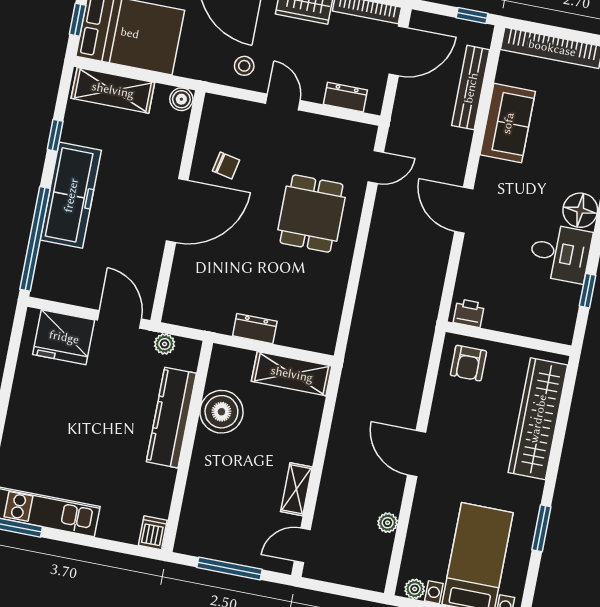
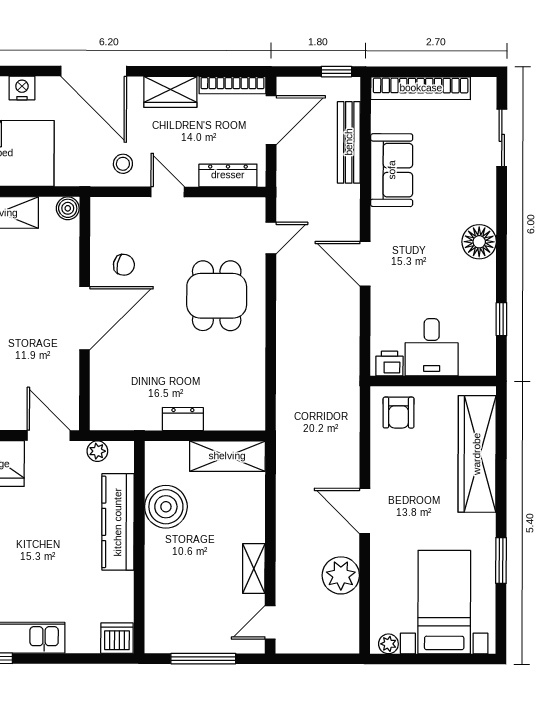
dresser: (345, 97) -> (228, 175), width x1.44
desk: (560, 253) -> (432, 347), moved, turned 90
plant: (388, 523) -> (341, 575), width x1.88, depth x1.88
dishwasher: (153, 533) -> (117, 638), width x1.38

